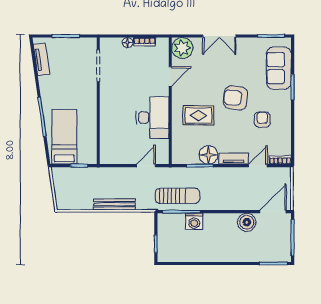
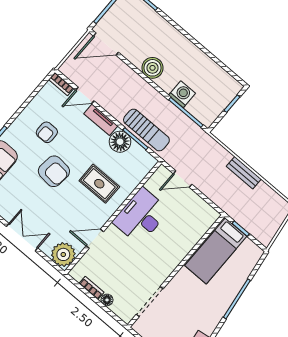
bed: (64, 137) -> (216, 251), moved
sun lounger: (177, 196) -> (146, 130), moved, turned 180
bench: (114, 204) -> (244, 173), width x0.73
boiler: (247, 222) -> (152, 68), moved

